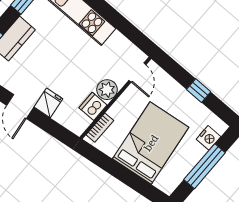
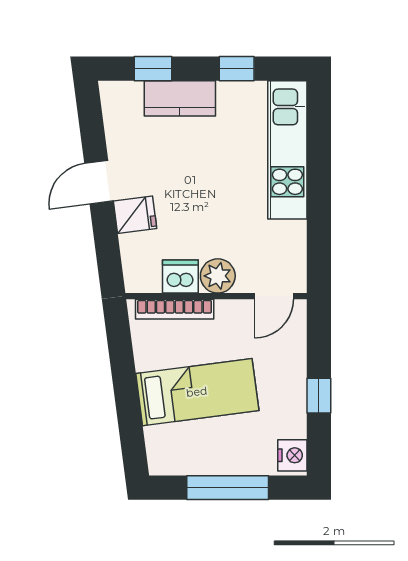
bookcase: (100, 128) -> (175, 309), width x1.56
nightstand: (208, 138) -> (292, 455), moved, turned -90
bed: (151, 143) -> (197, 392), width x0.67

